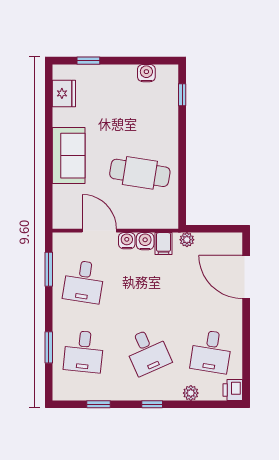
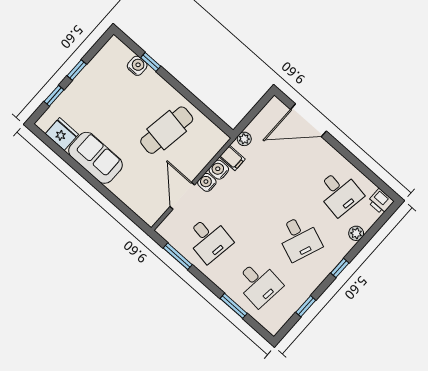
window: (124, 61) -> (77, 70), added
water cooler: (146, 73) -> (137, 66), moved, turned 90
window: (182, 95) -> (151, 62), moved
sofa: (69, 156) -> (95, 158), moved
door: (99, 231) -> (182, 196), hinge flipped
desk: (147, 352) -> (299, 238), turned 45

